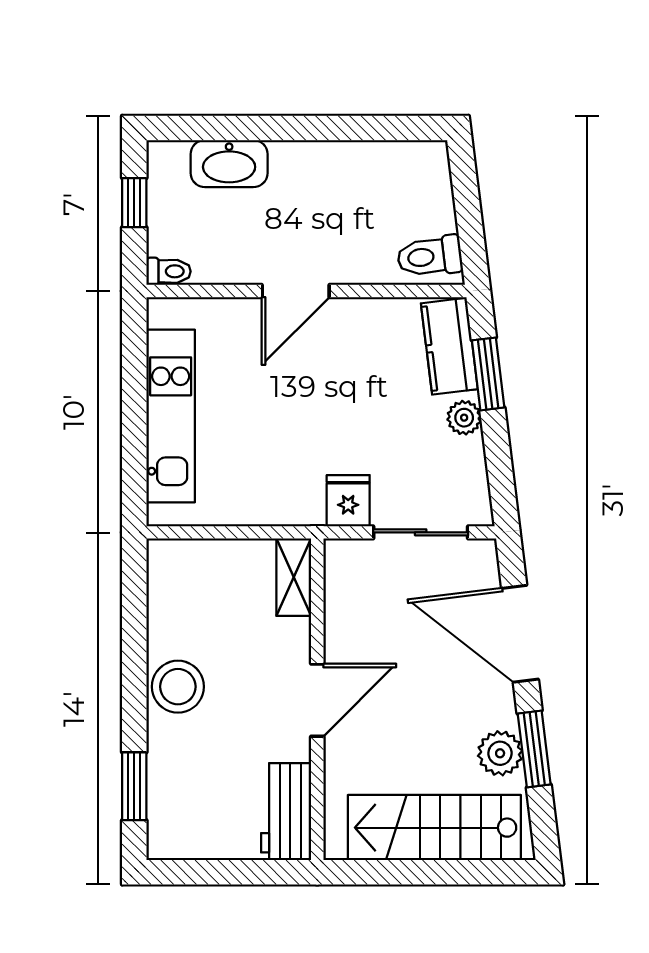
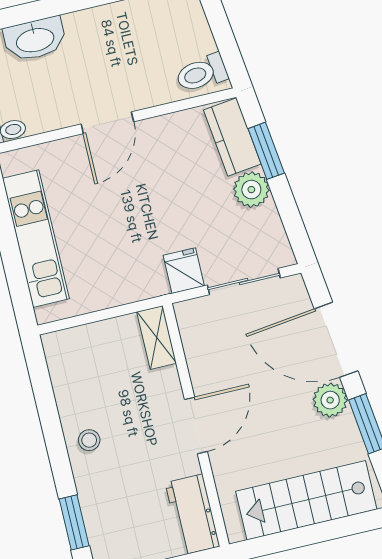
plant: (464, 418) -> (251, 190), width x1.38, depth x1.38
stool: (178, 687) -> (89, 440), width x0.53, depth x0.53
plant: (500, 753) -> (330, 400), moved

